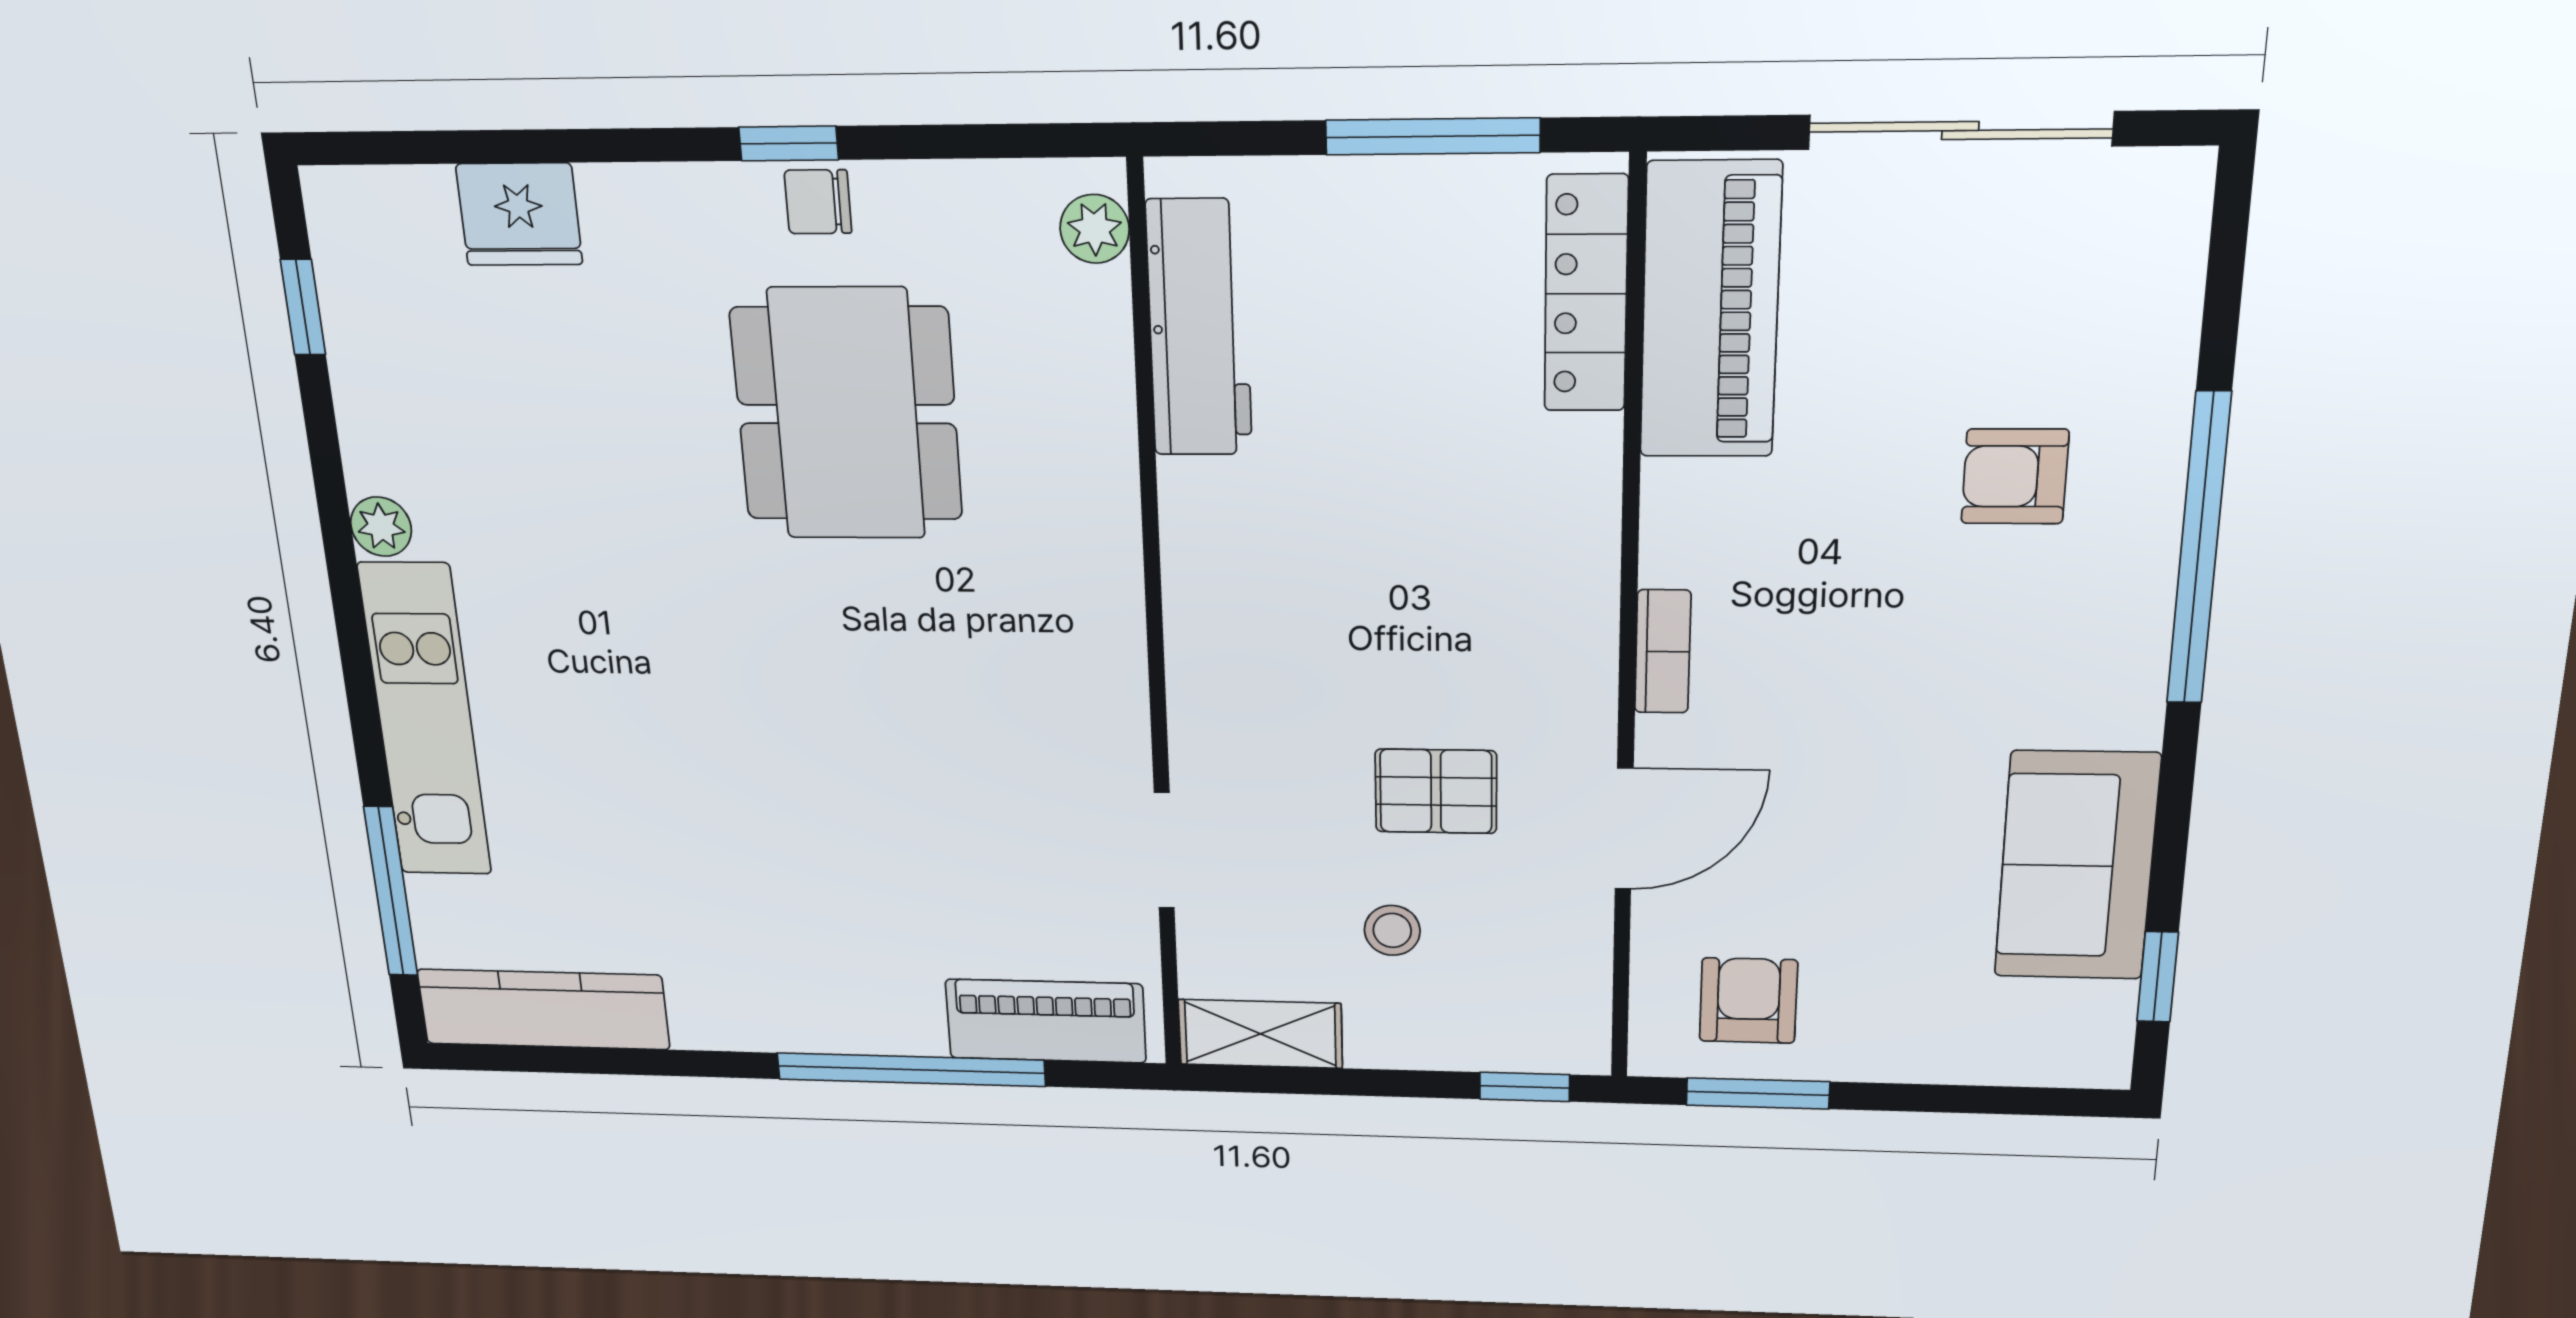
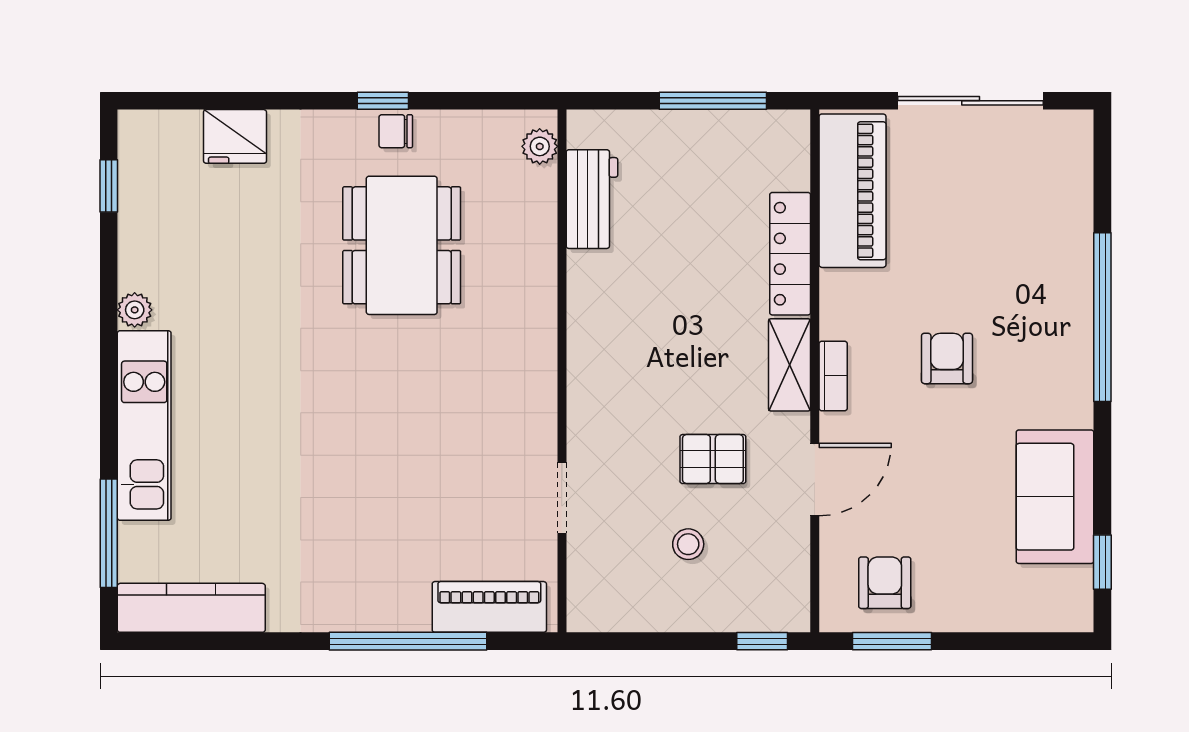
locker: (1586, 294) -> (790, 254), moved
workbench: (1199, 328) -> (592, 199), width x0.73
armchair: (2015, 476) -> (947, 358), moved, turned 90
shelving: (1260, 1034) -> (790, 365), moved, turned 90

